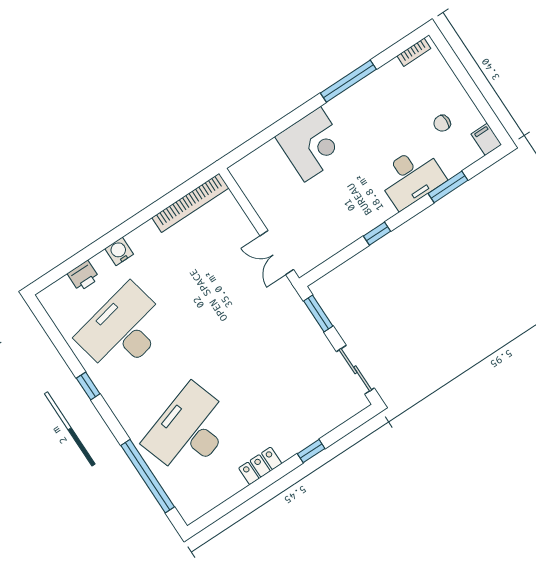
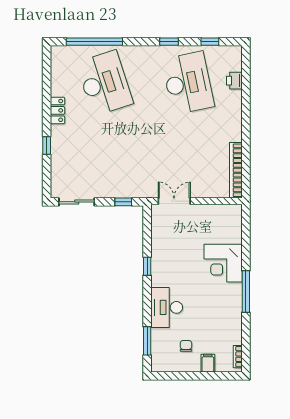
window: (348, 81) -> (246, 292), moved
filing cabinet: (486, 139) -> (208, 363), moved, turned -90
window: (448, 187) -> (147, 341), moved
water cooler: (119, 251) -> (235, 111), removed
window: (318, 314) -> (123, 202), width x0.67
window: (56, 337) -> (210, 42), added

